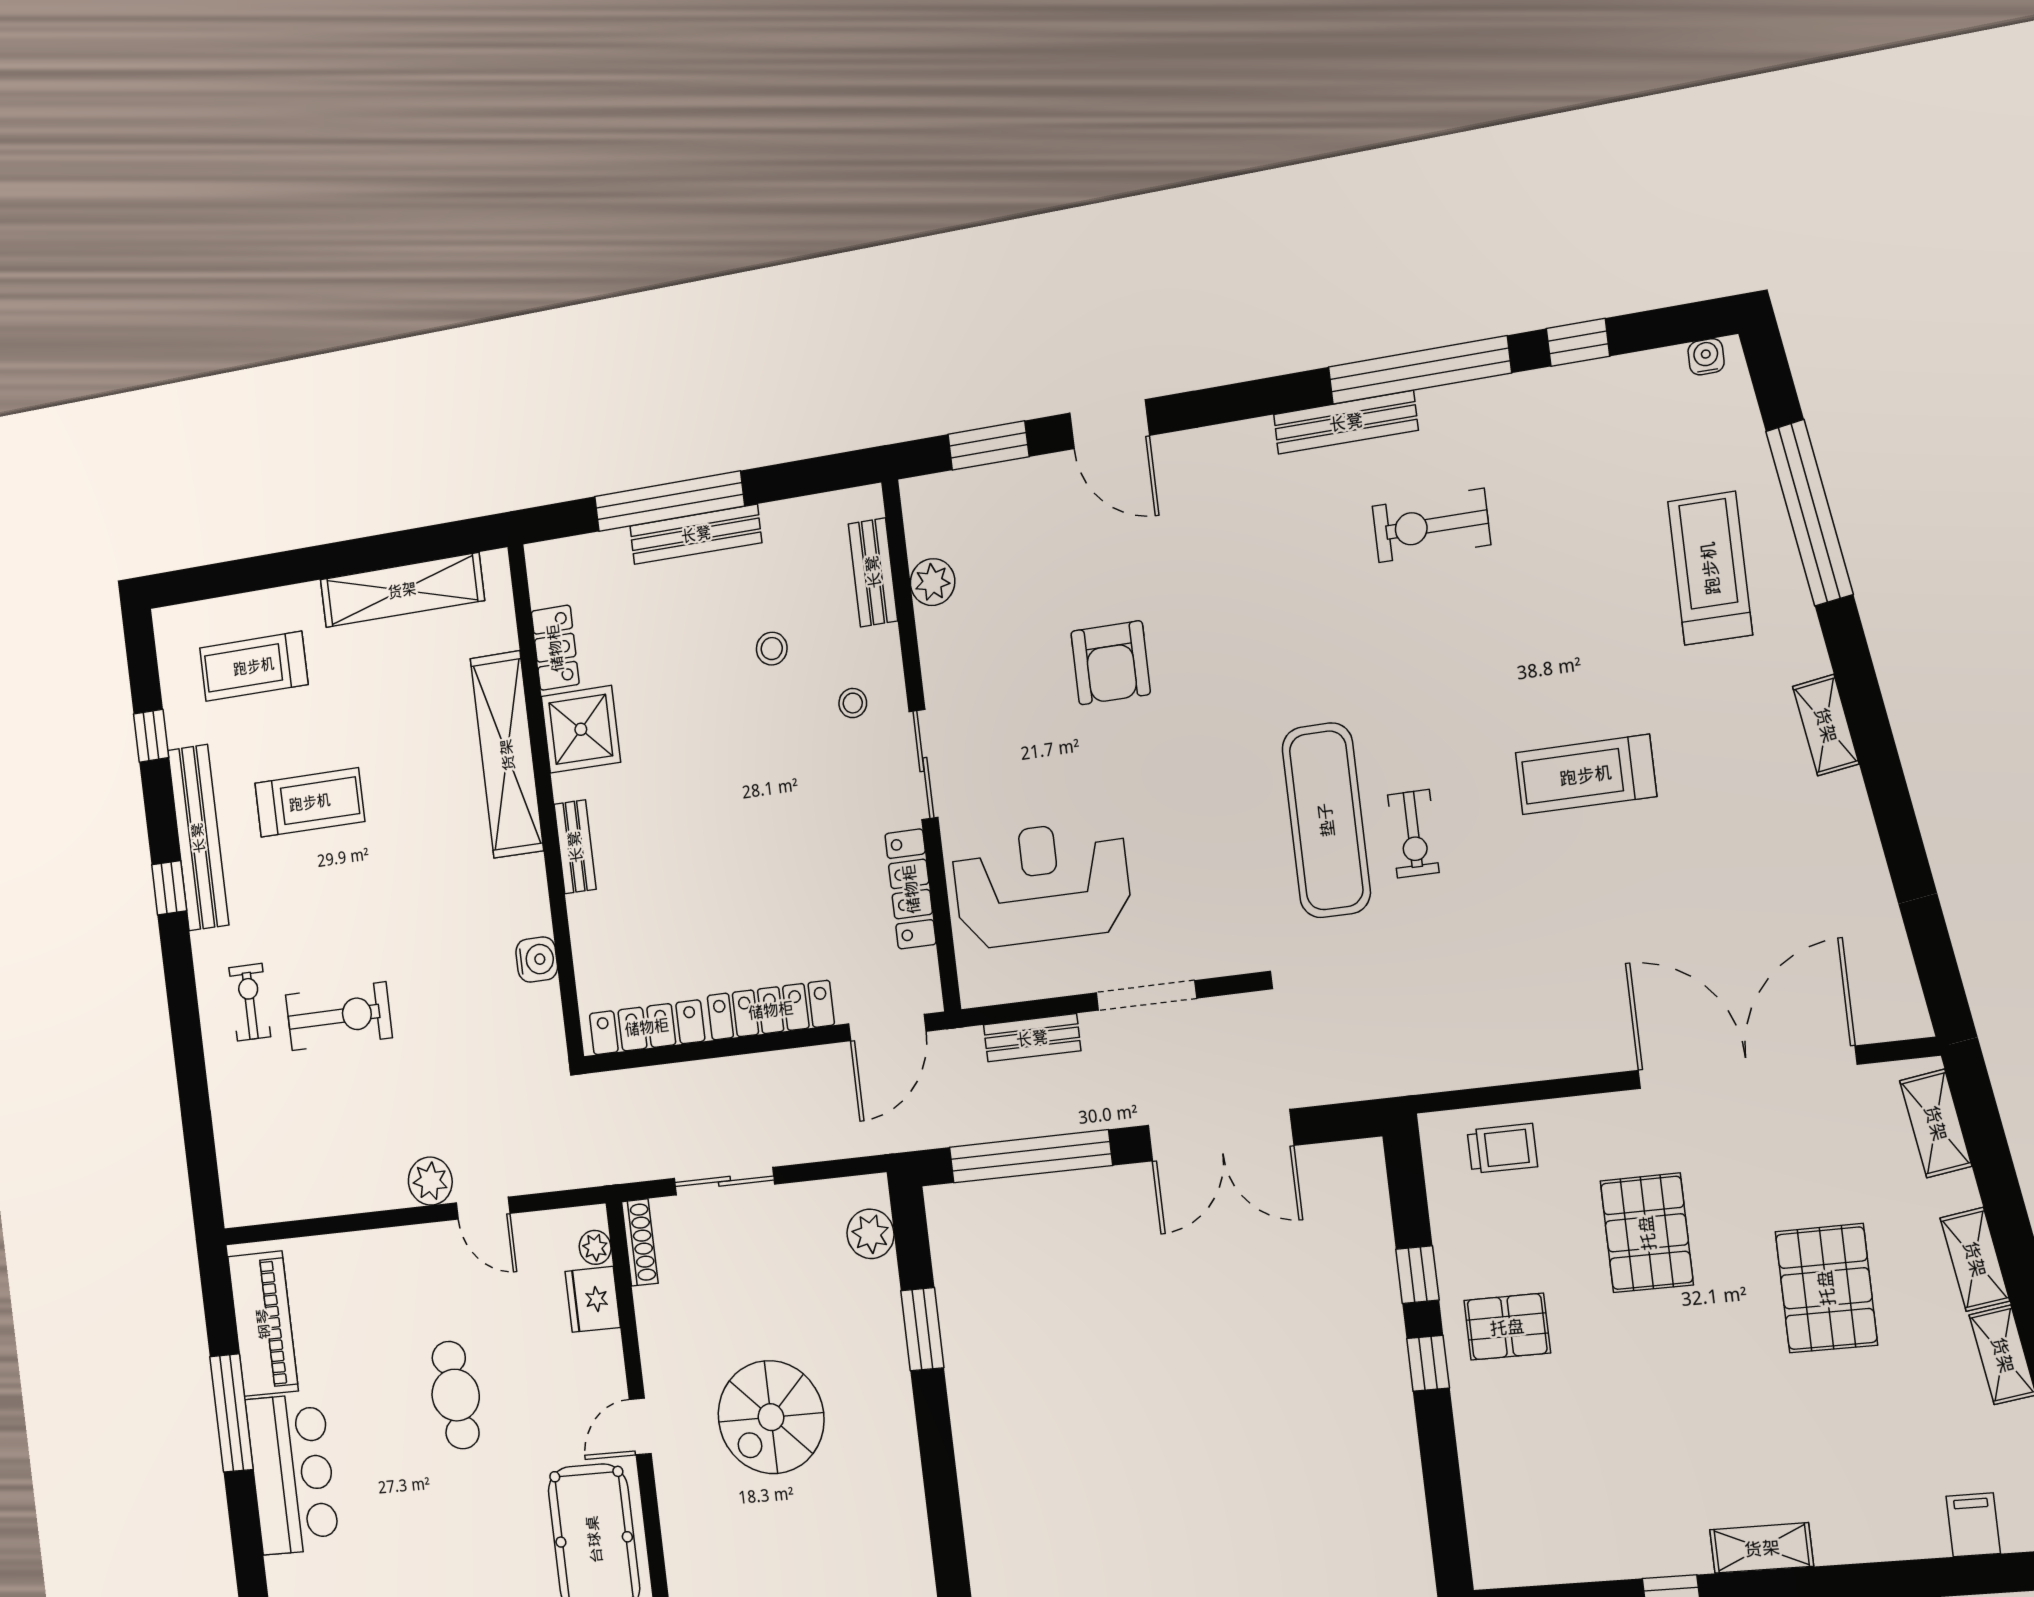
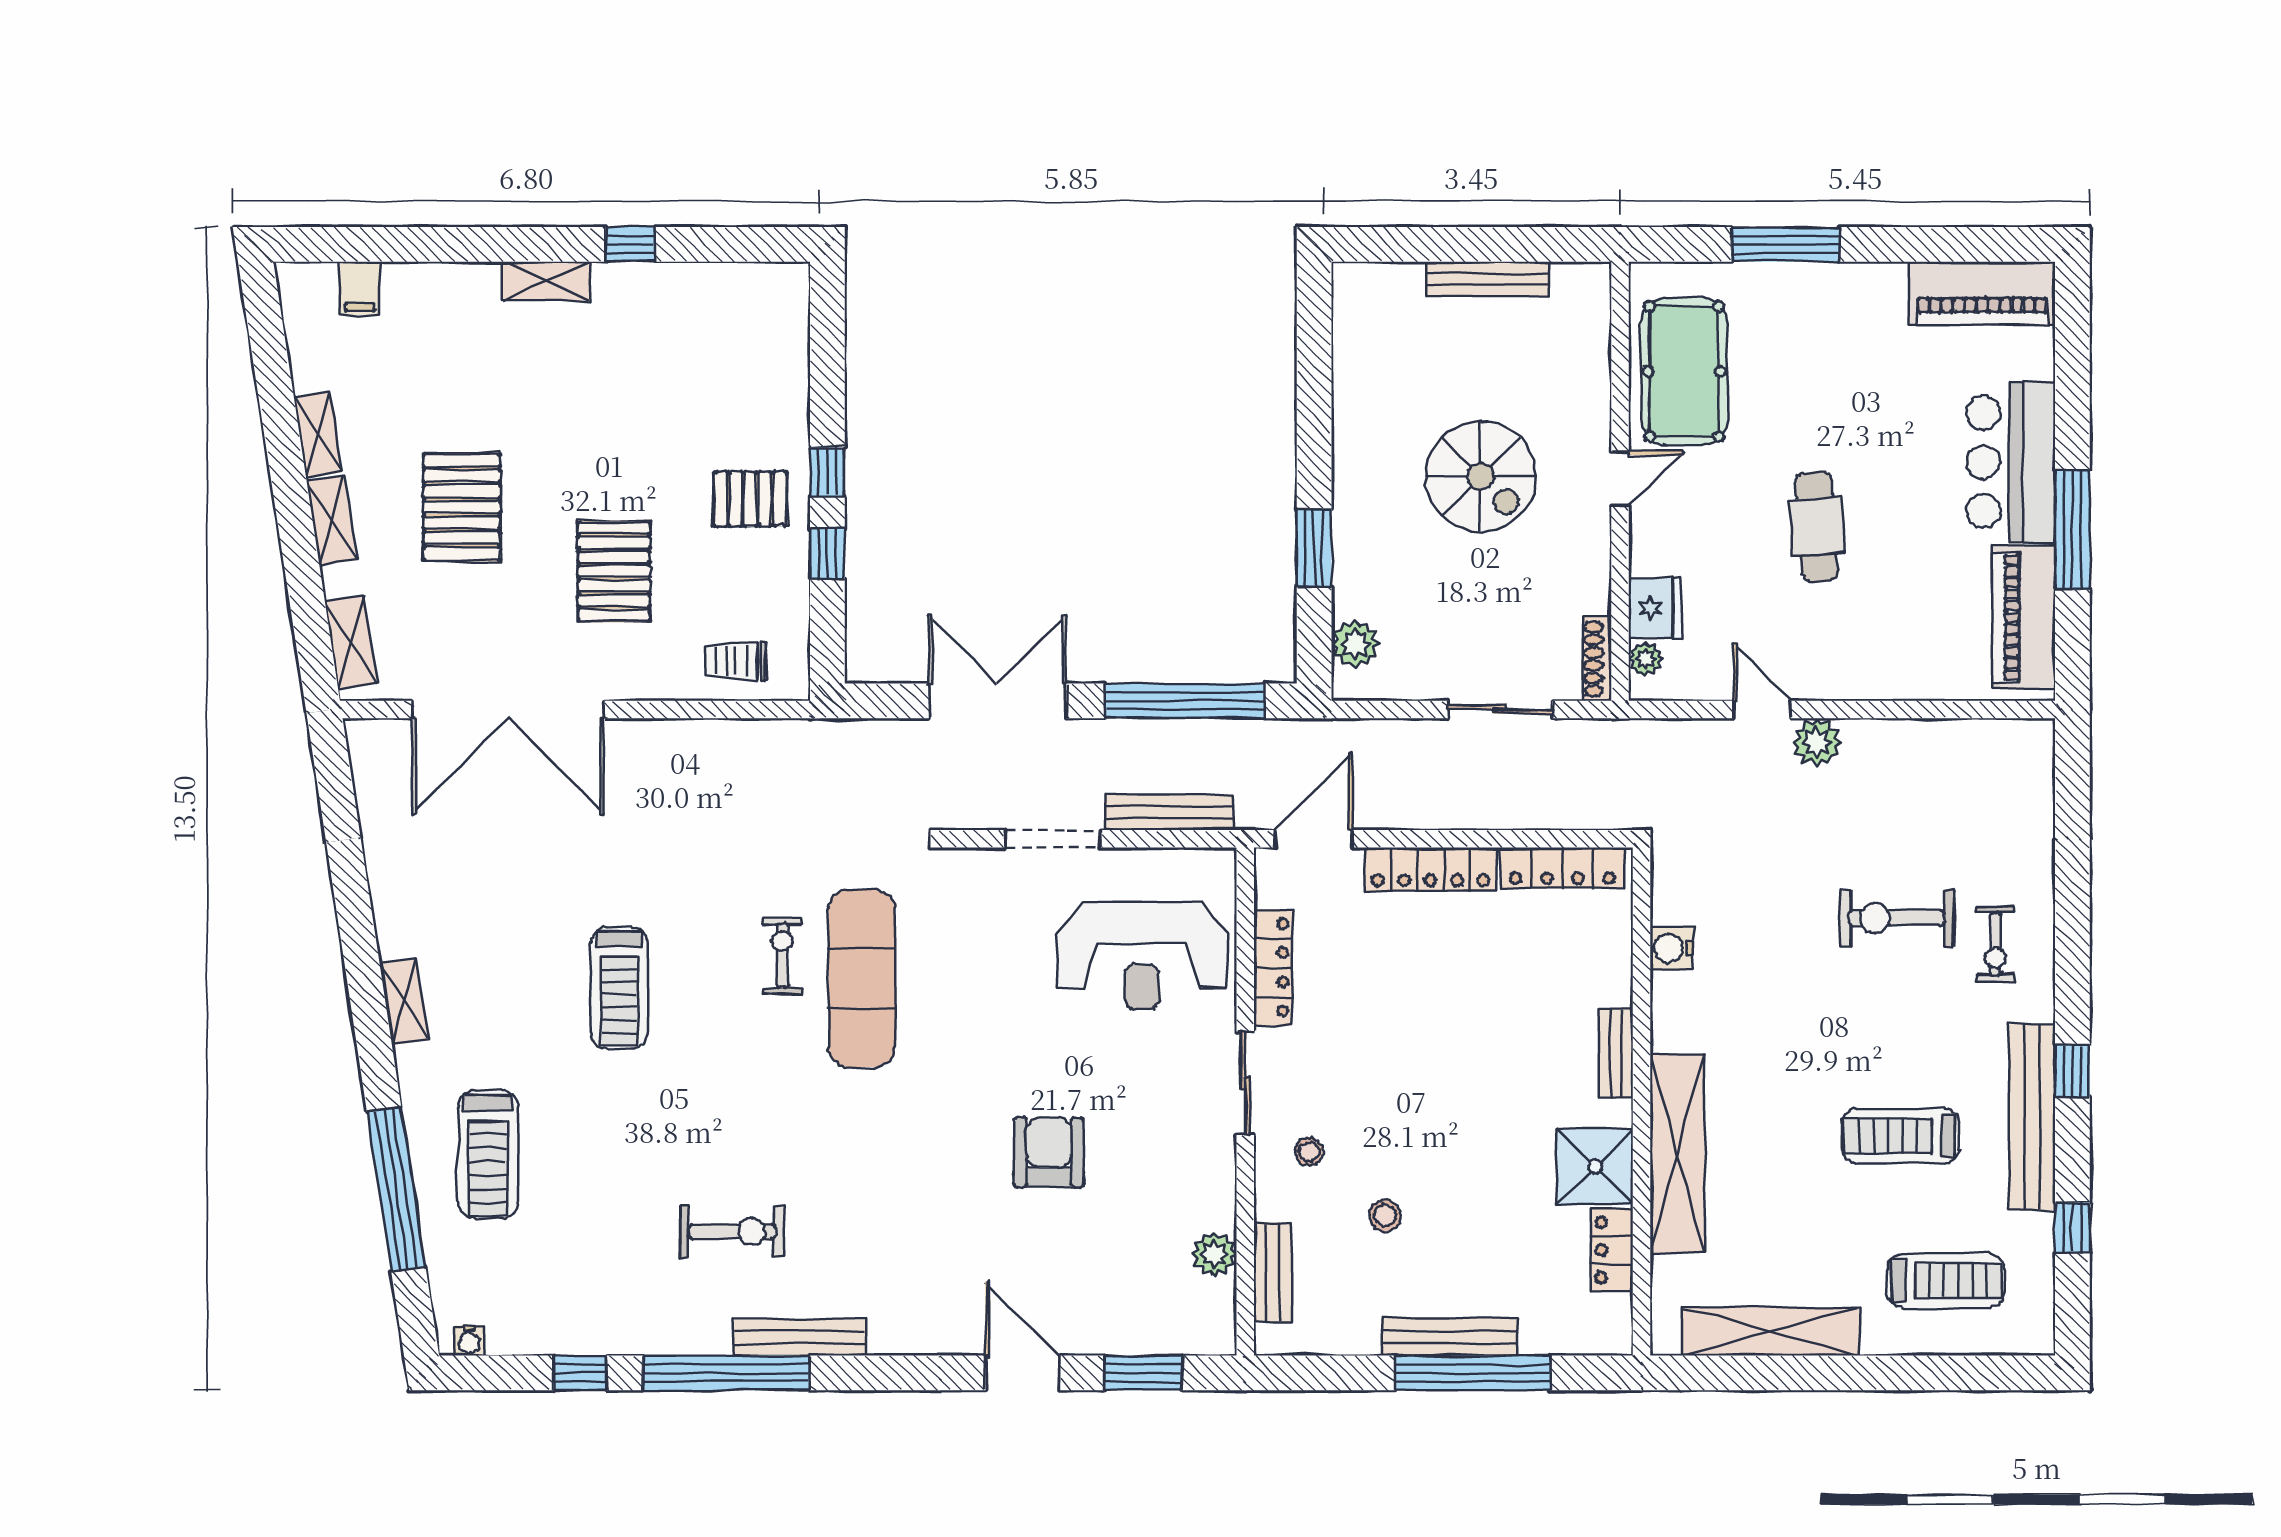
treadmill: (1586, 775) -> (619, 988), turned 90
bench: (1032, 1038) -> (1169, 812), width x1.36
spiral stairs: (771, 1417) -> (1481, 476), turned 90

